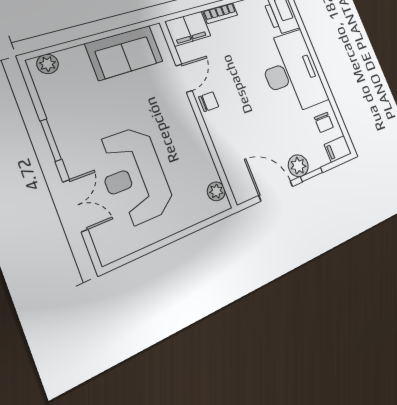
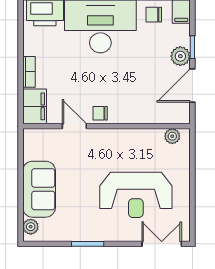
sofa: (124, 53) -> (39, 189), moved
chair: (209, 102) -> (100, 113), turned -90
chair: (324, 122) -> (154, 15), turned 180
double door: (75, 206) -> (162, 244), moved

